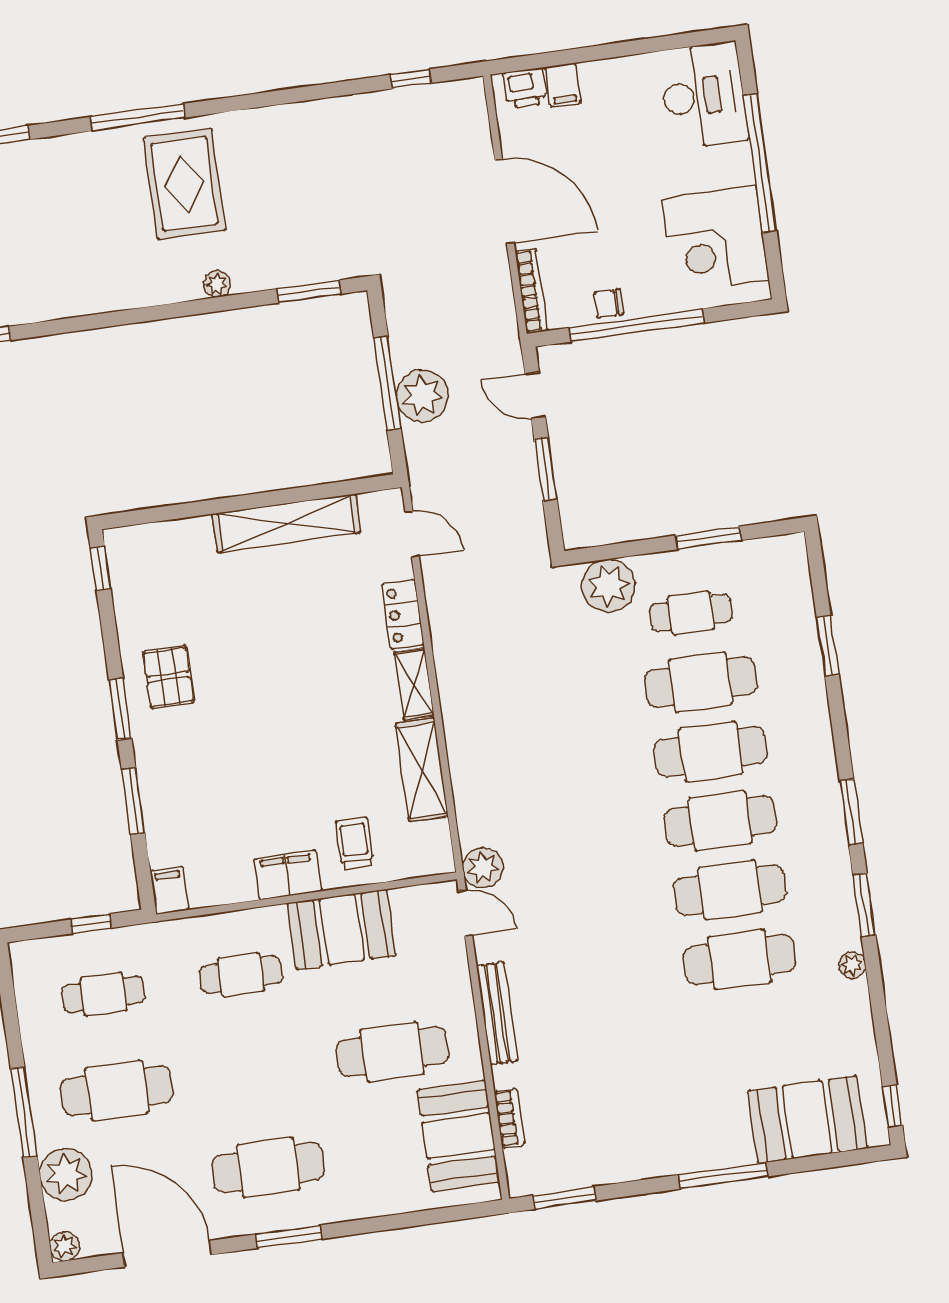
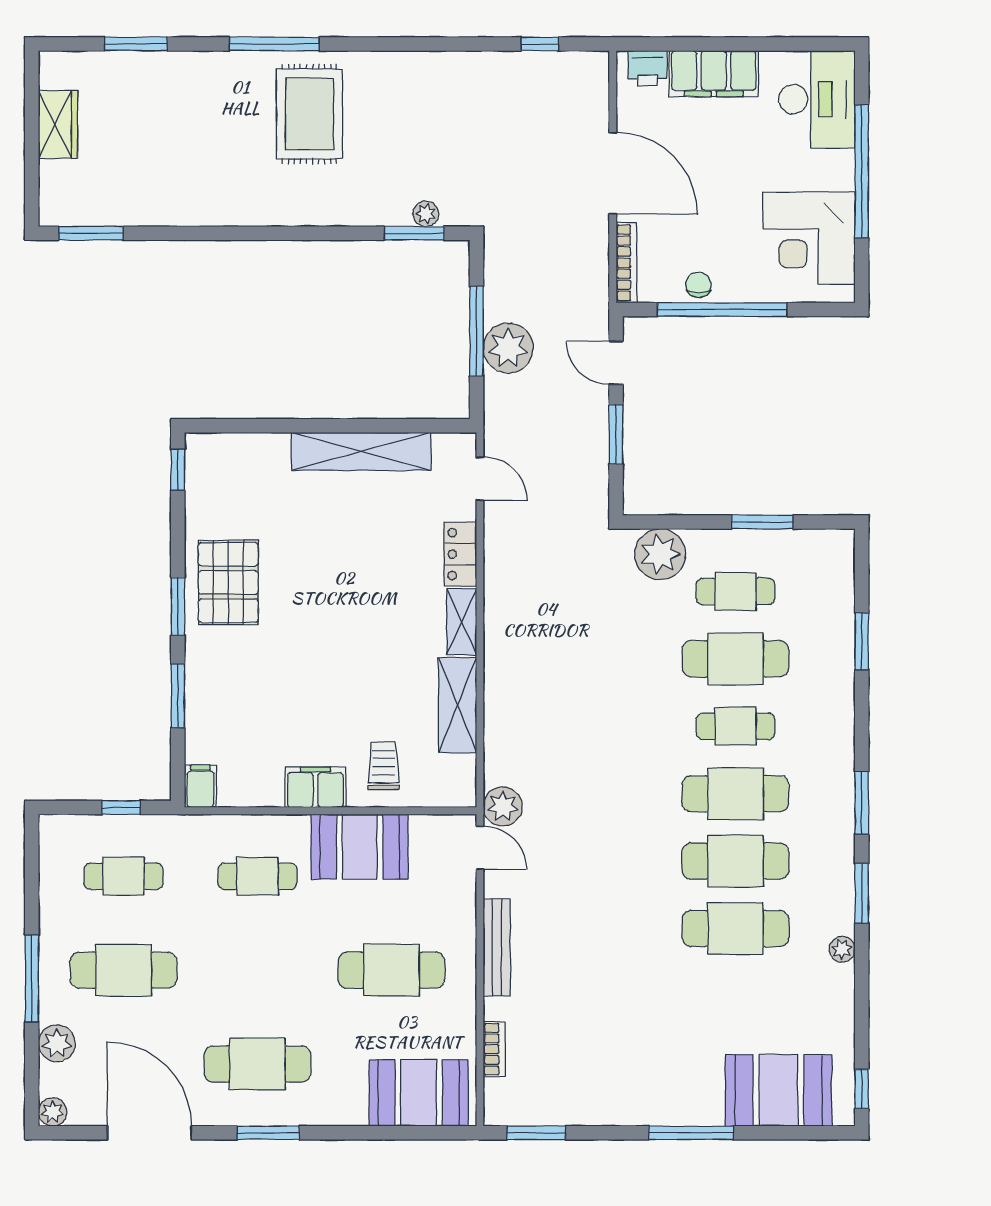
filing cabinet: (563, 85) -> (714, 74), width x3.00, depth x1.17
plant: (217, 284) -> (426, 214), moved
chair: (609, 303) -> (698, 285), turned 90
pallet: (169, 677) -> (228, 582), width x1.50, depth x1.42
cafe table: (710, 752) -> (736, 726), width x0.73, depth x0.74
booth: (458, 1136) -> (419, 1093), moved, turned 90
plant: (66, 1174) -> (57, 1043), width x0.73, depth x0.73

